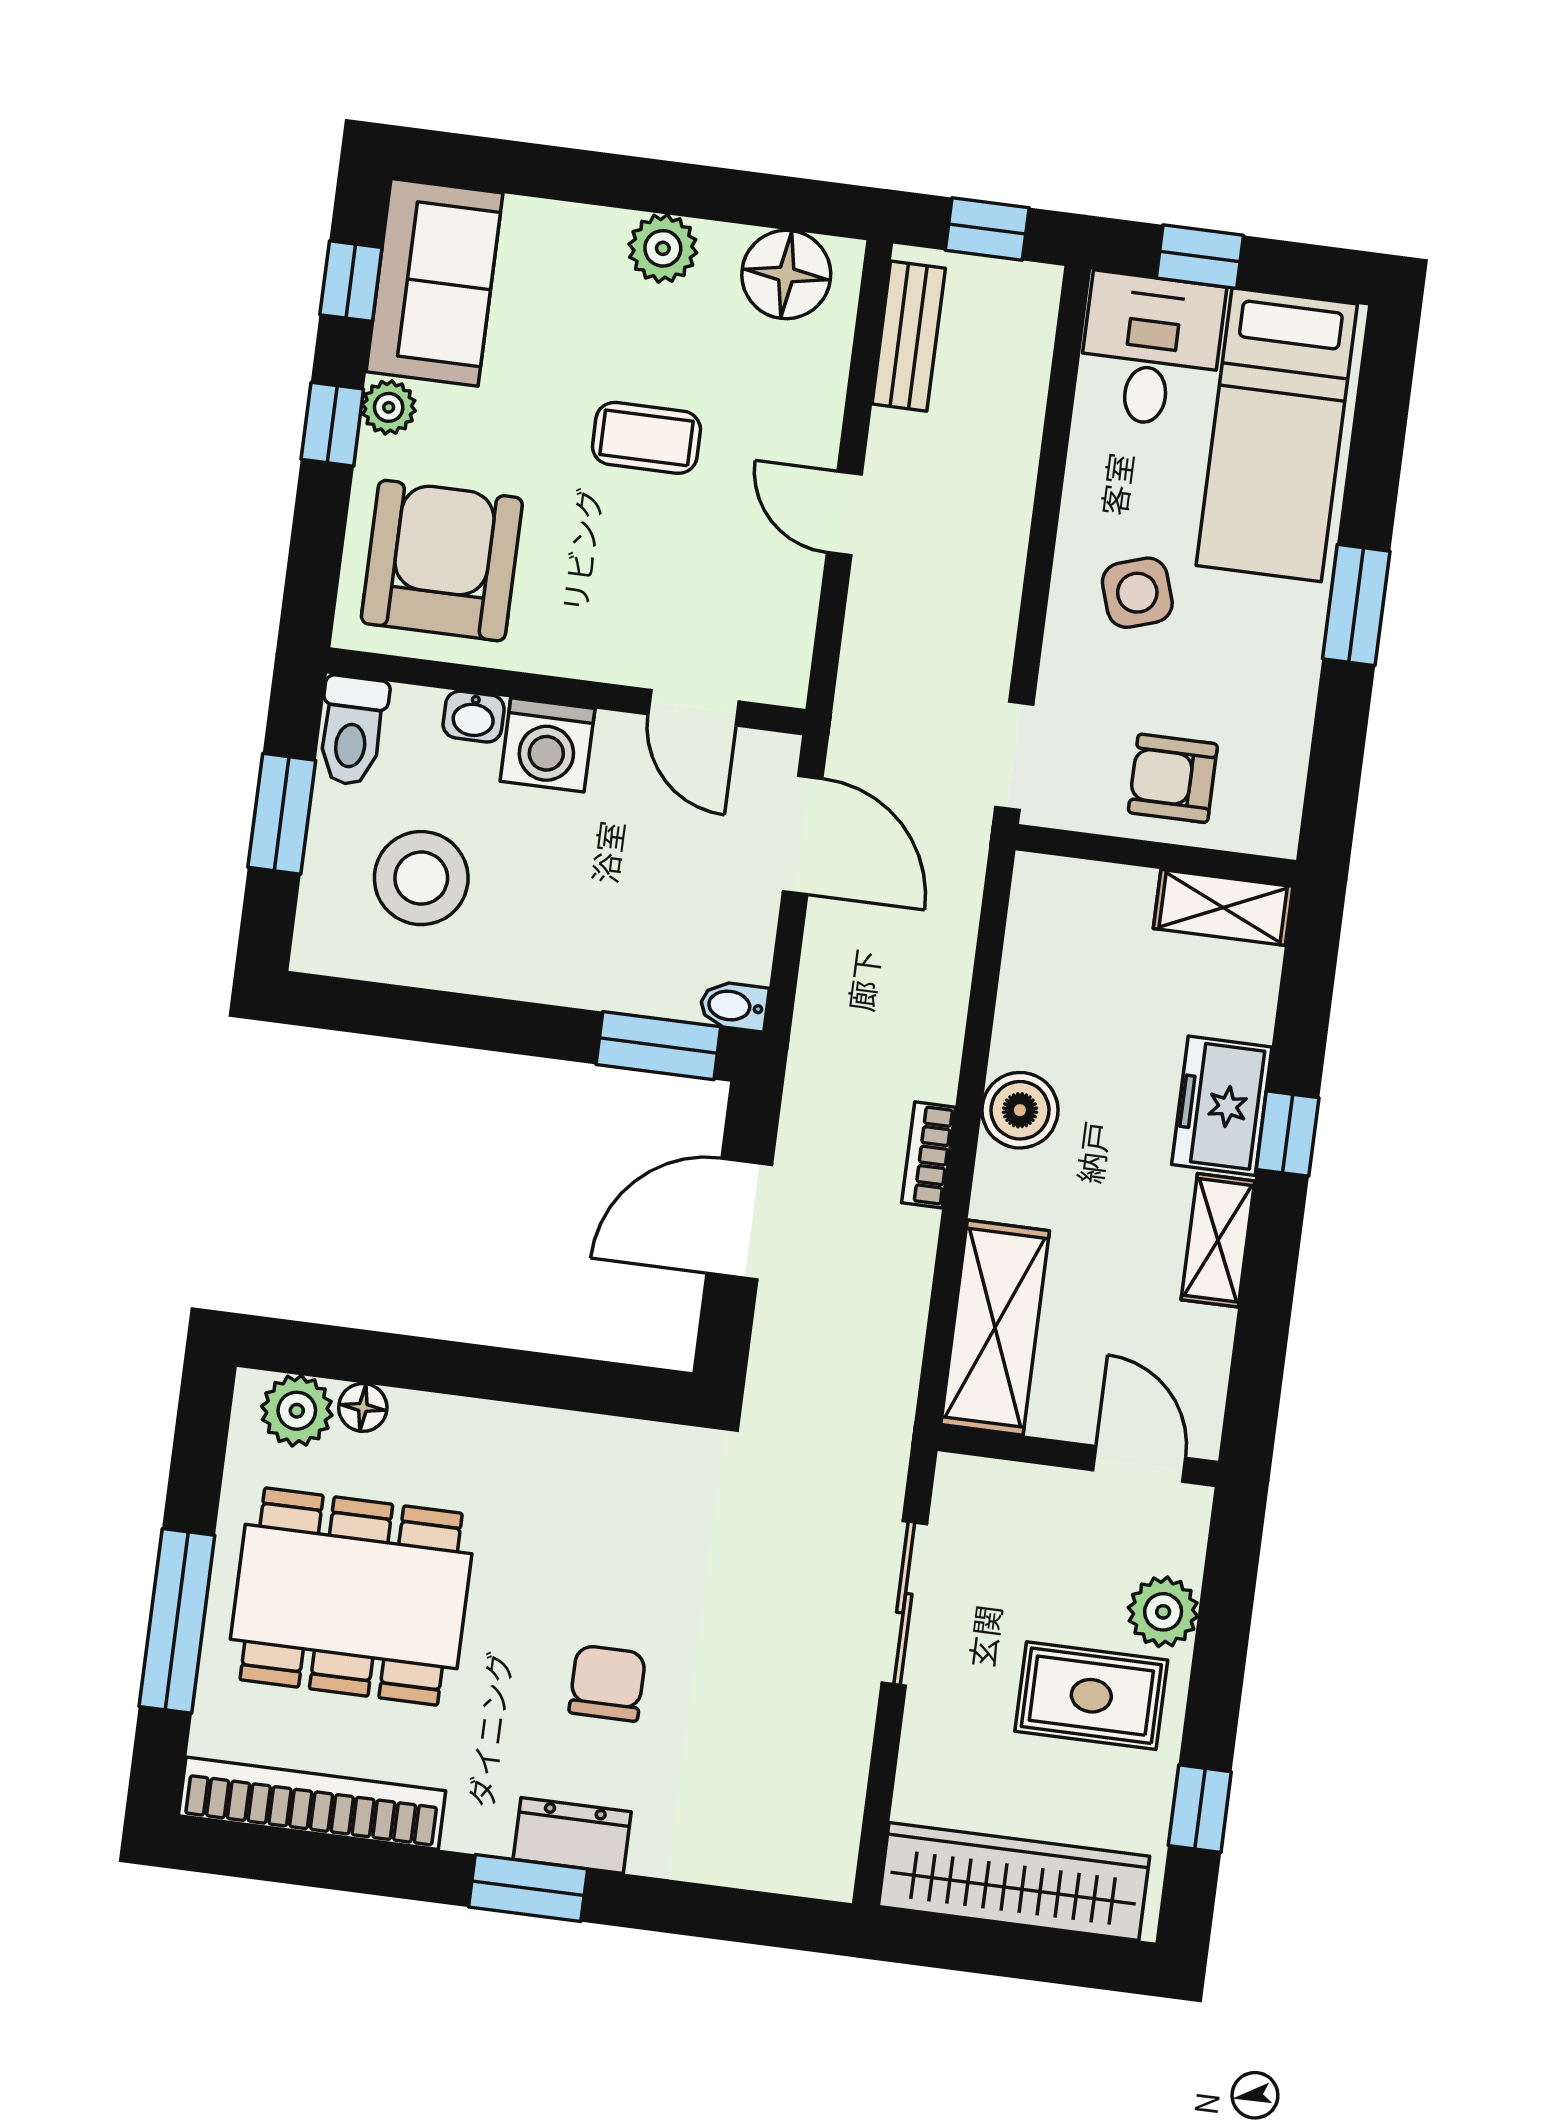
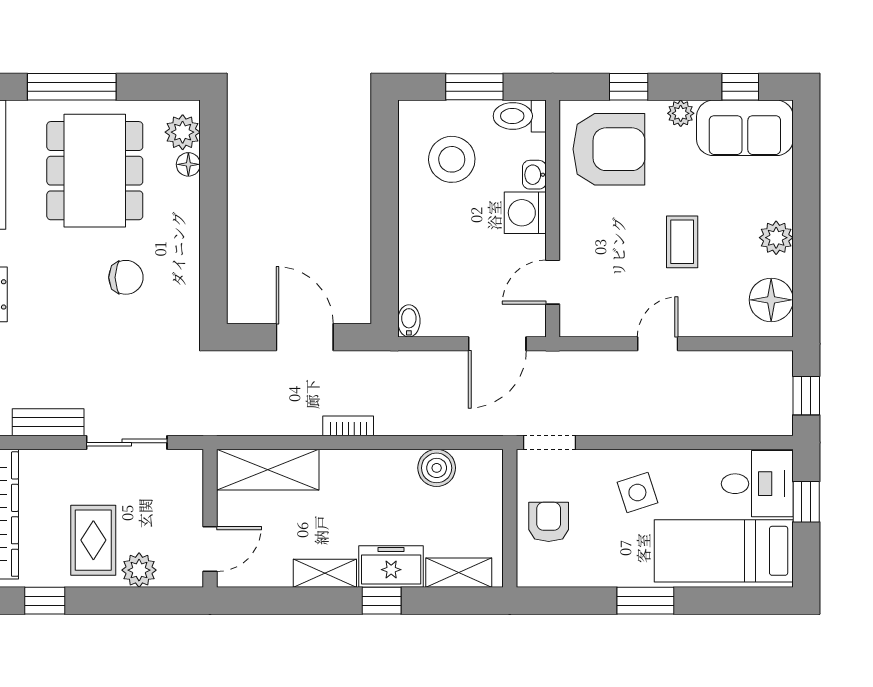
bench: (909, 336) -> (48, 422), moved
window: (332, 424) -> (629, 87), moved
shelving: (1223, 907) -> (459, 573), moved, turned 90
window: (658, 1046) -> (385, 286), removed
boiler: (1020, 1110) -> (437, 468), moved
chair: (607, 1683) -> (126, 277), moved

